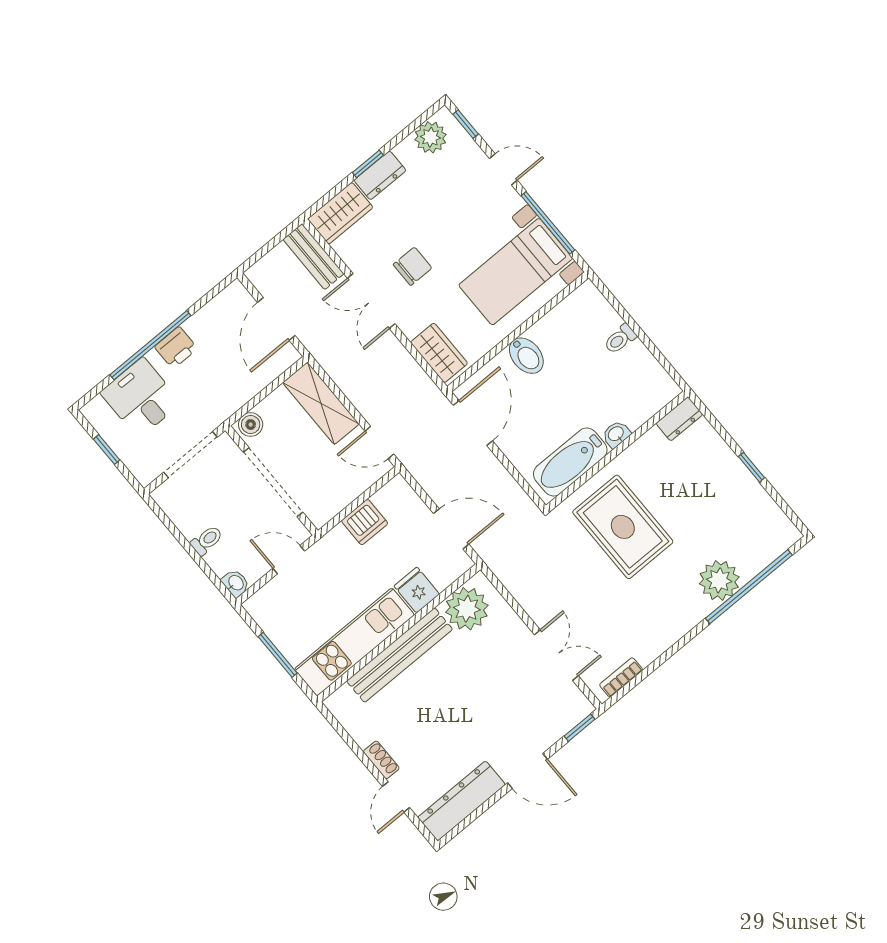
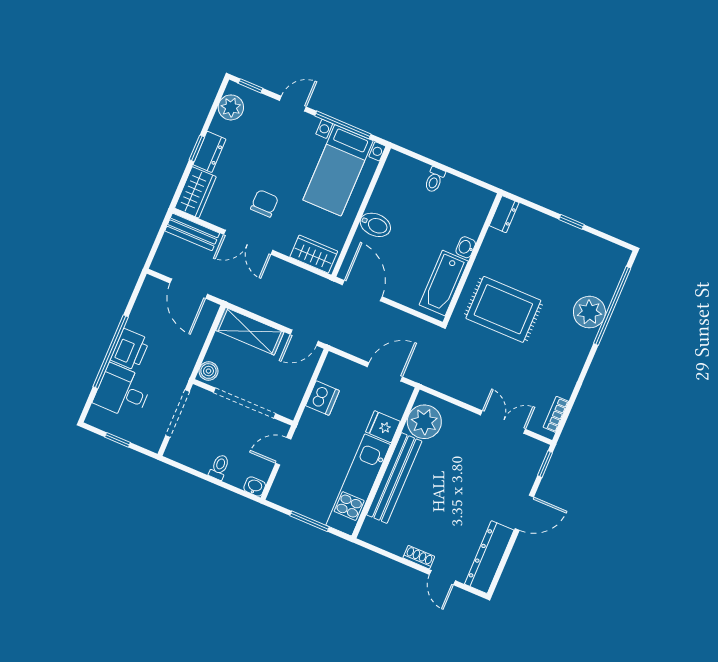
printer: (176, 348) -> (130, 350), width x1.36, depth x1.24

